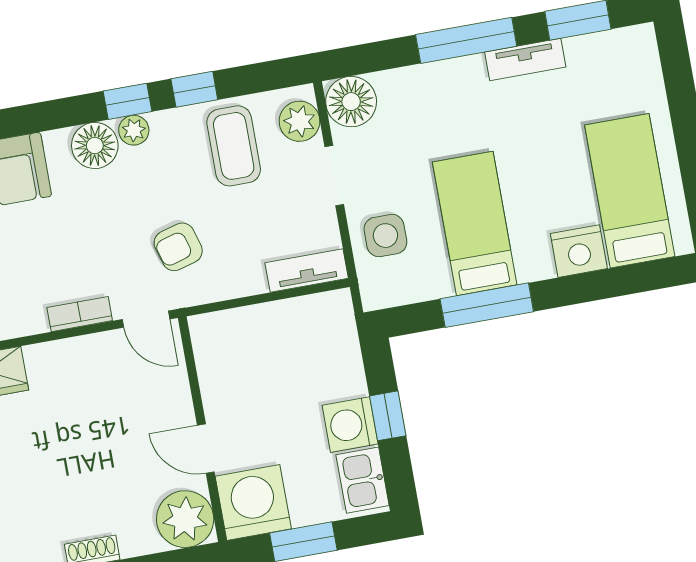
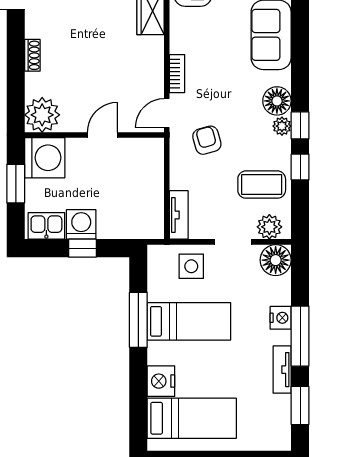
nightstand: (442, 77) -> (281, 318), added
door: (206, 449) -> (102, 135), moved

